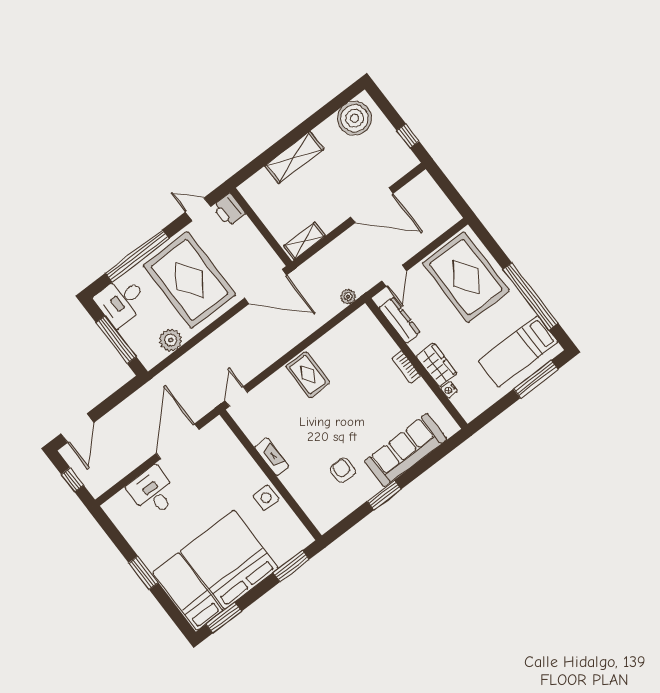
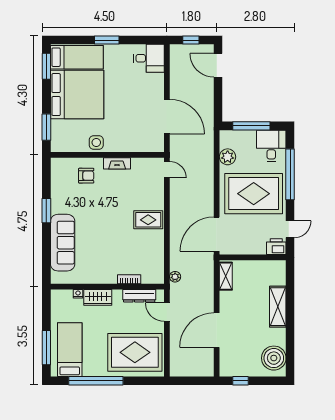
bookcase: (406, 367) -> (129, 279), moved
armchair: (343, 470) -> (86, 176), moved
desk: (153, 492) -> (149, 58), moved

